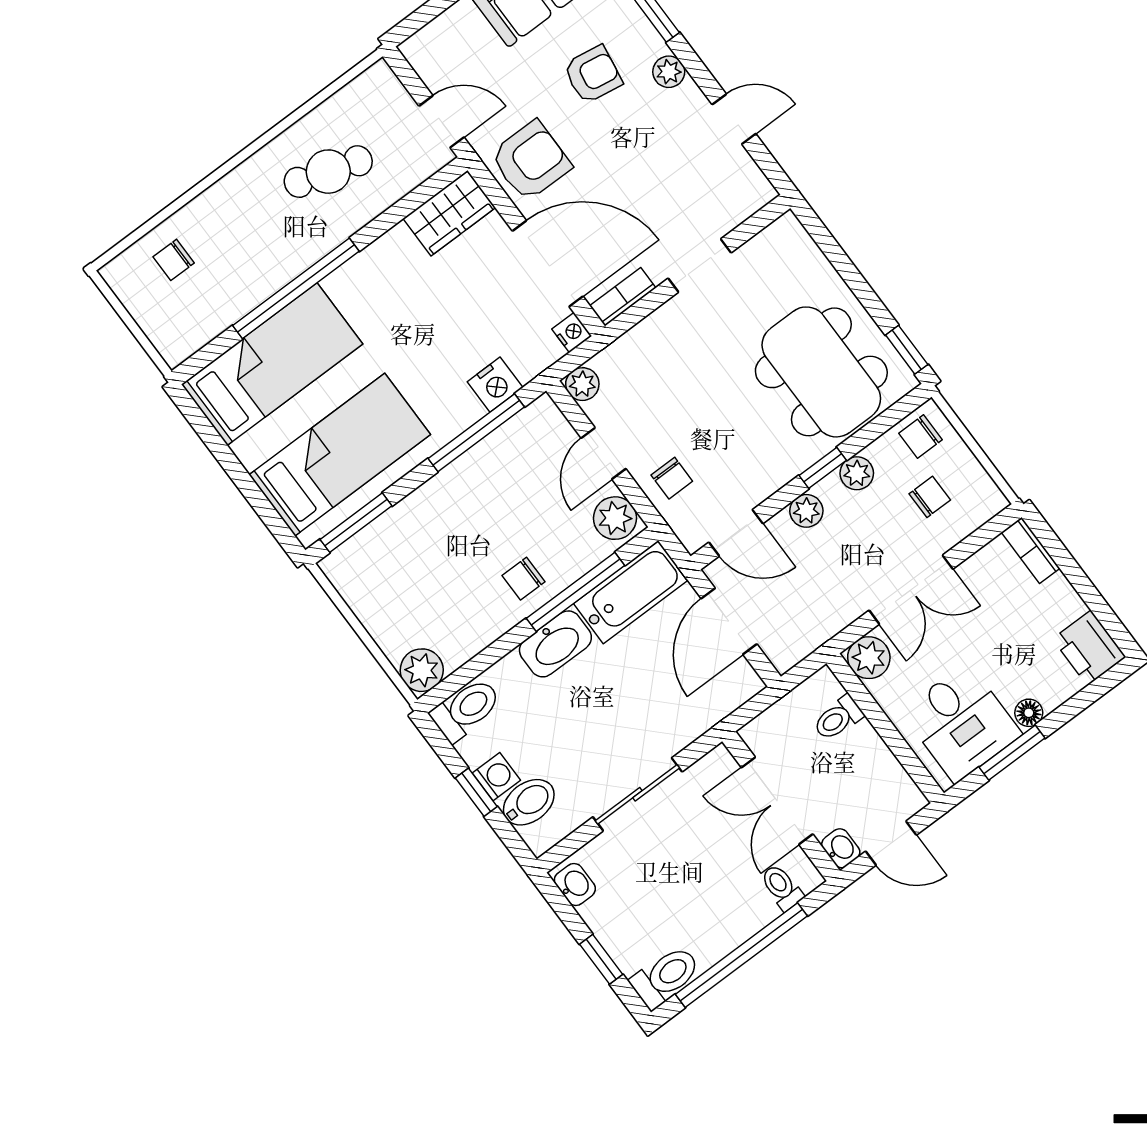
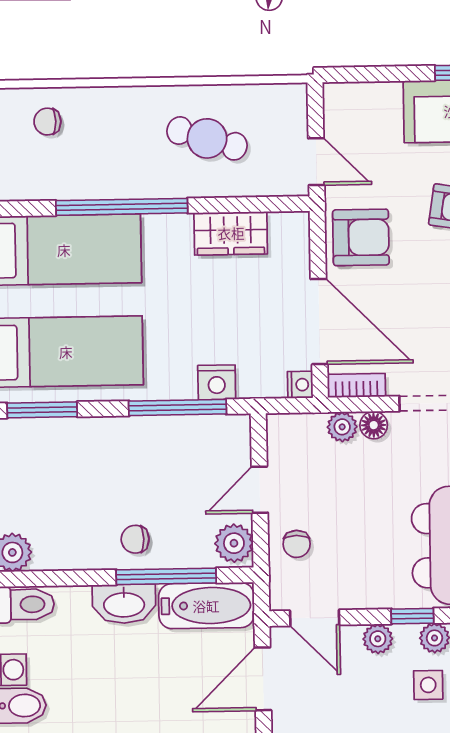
wardrobe: (449, 213) -> (231, 233), moved
floor lamp: (664, 321) -> (374, 425), added
plant: (582, 384) -> (342, 427), moved
side table: (882, 520) -> (428, 685), added

